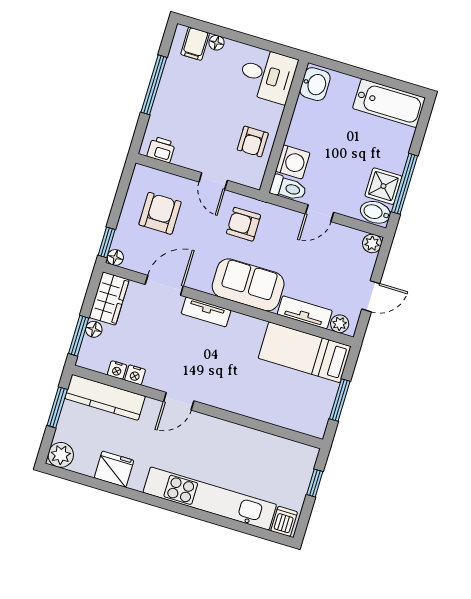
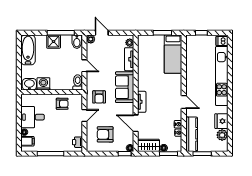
desk: (268, 75) -> (33, 117), moved, turned -90
washing machine: (293, 162) -> (43, 84), moved
shower: (383, 186) -> (54, 42), moved
door: (371, 296) -> (102, 33), moved
bed: (305, 352) -> (173, 54), moved
plant: (61, 455) -> (222, 135), moved

